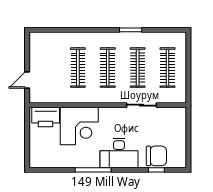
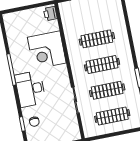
printer: (46, 117) -> (50, 14), width x0.53, depth x0.68
chair: (156, 156) -> (34, 122), width x0.54, depth x0.54

